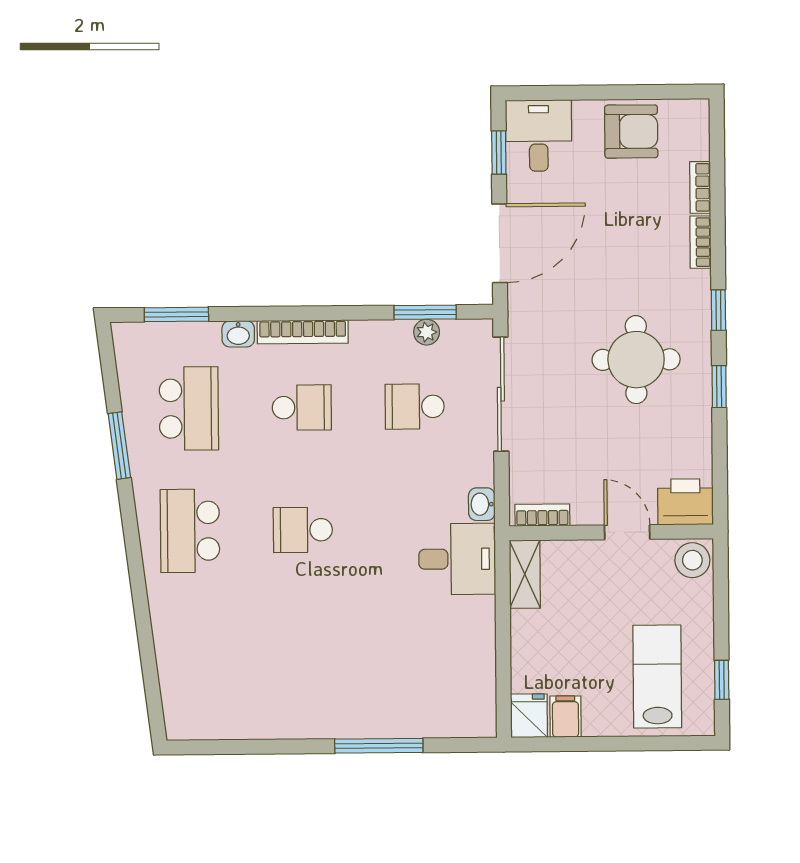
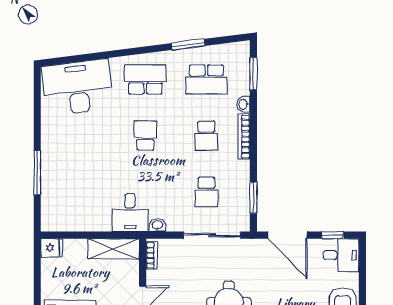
plant: (427, 332) -> (243, 198), removed
school desk: (415, 407) -> (206, 192), turned 180
shelving: (525, 574) -> (114, 249), width x1.50, depth x1.33
desk: (207, 666) -> (78, 87), added
filing cabinet: (565, 717) -> (51, 266), removed

